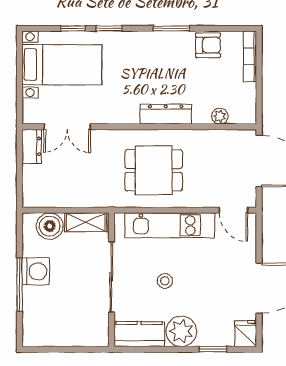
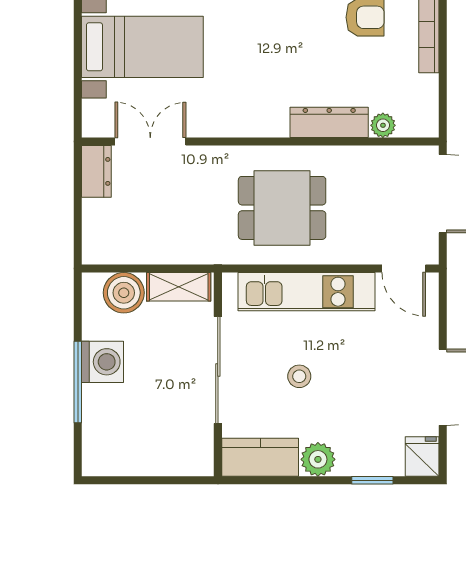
dresser: (166, 114) -> (329, 122), moved
double door: (67, 127) -> (150, 141), swing flipped
plant: (181, 331) -> (318, 459), width x0.73, depth x0.73

